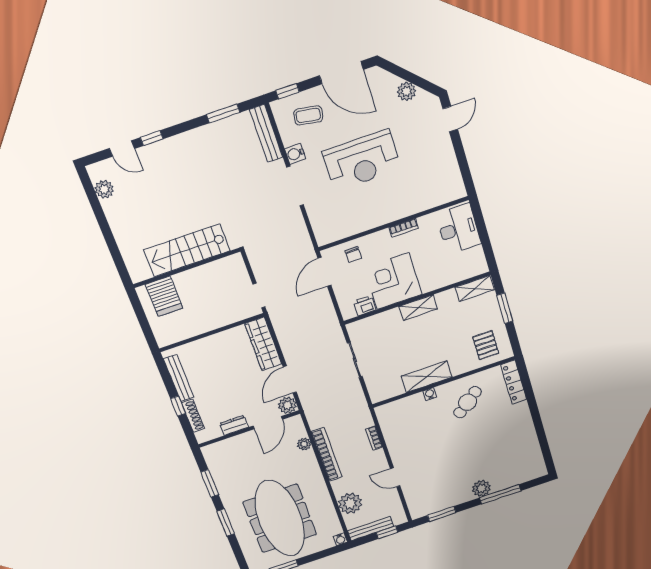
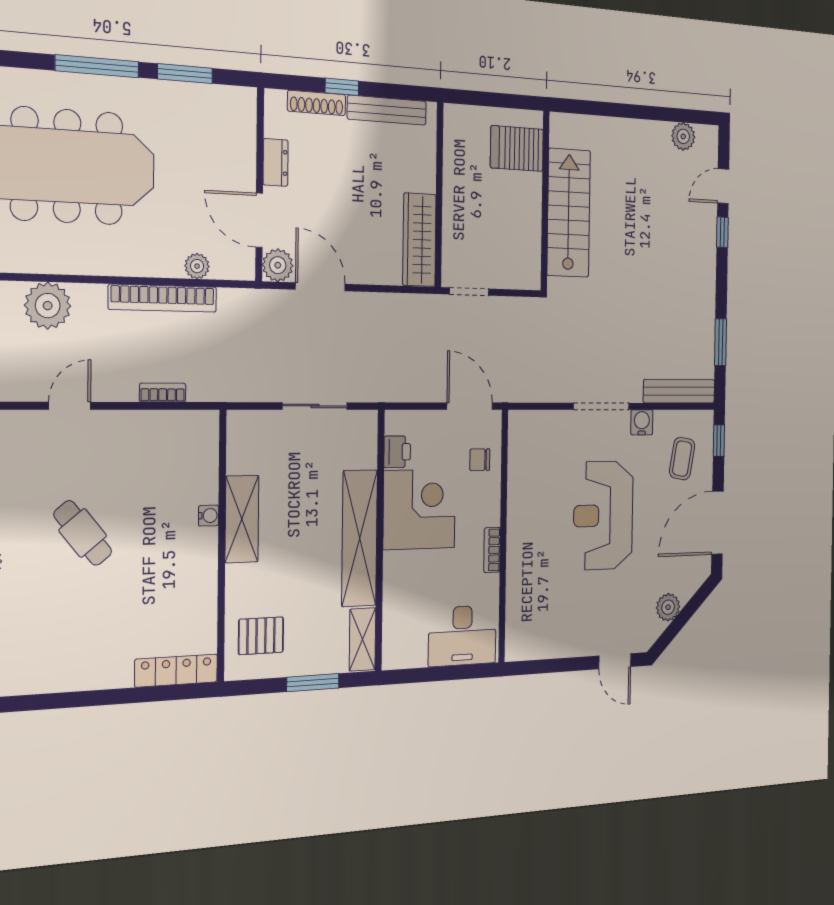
shelving: (418, 308) -> (360, 538), width x2.20, depth x1.33
wardrobe: (263, 344) -> (419, 240), moved, turned -90
cafe table: (468, 402) -> (83, 533), moved
window: (226, 523) -> (97, 66), width x1.44

